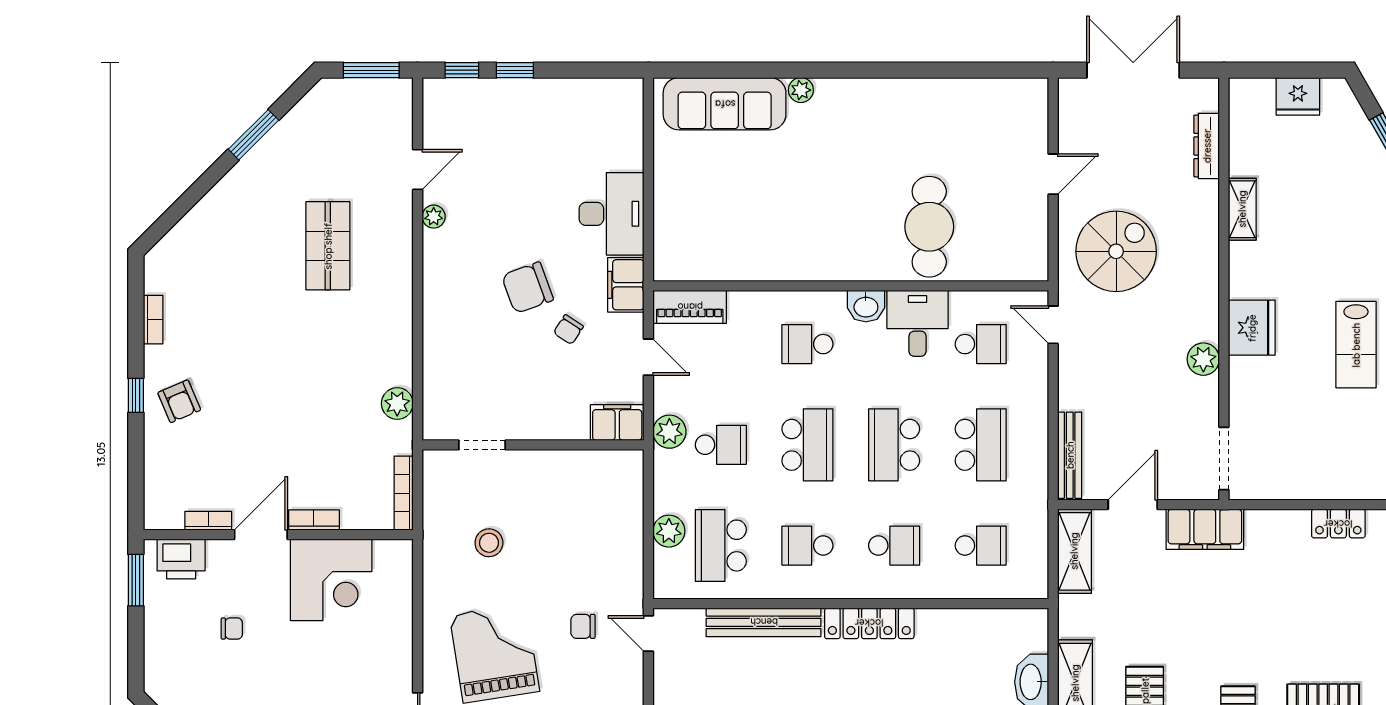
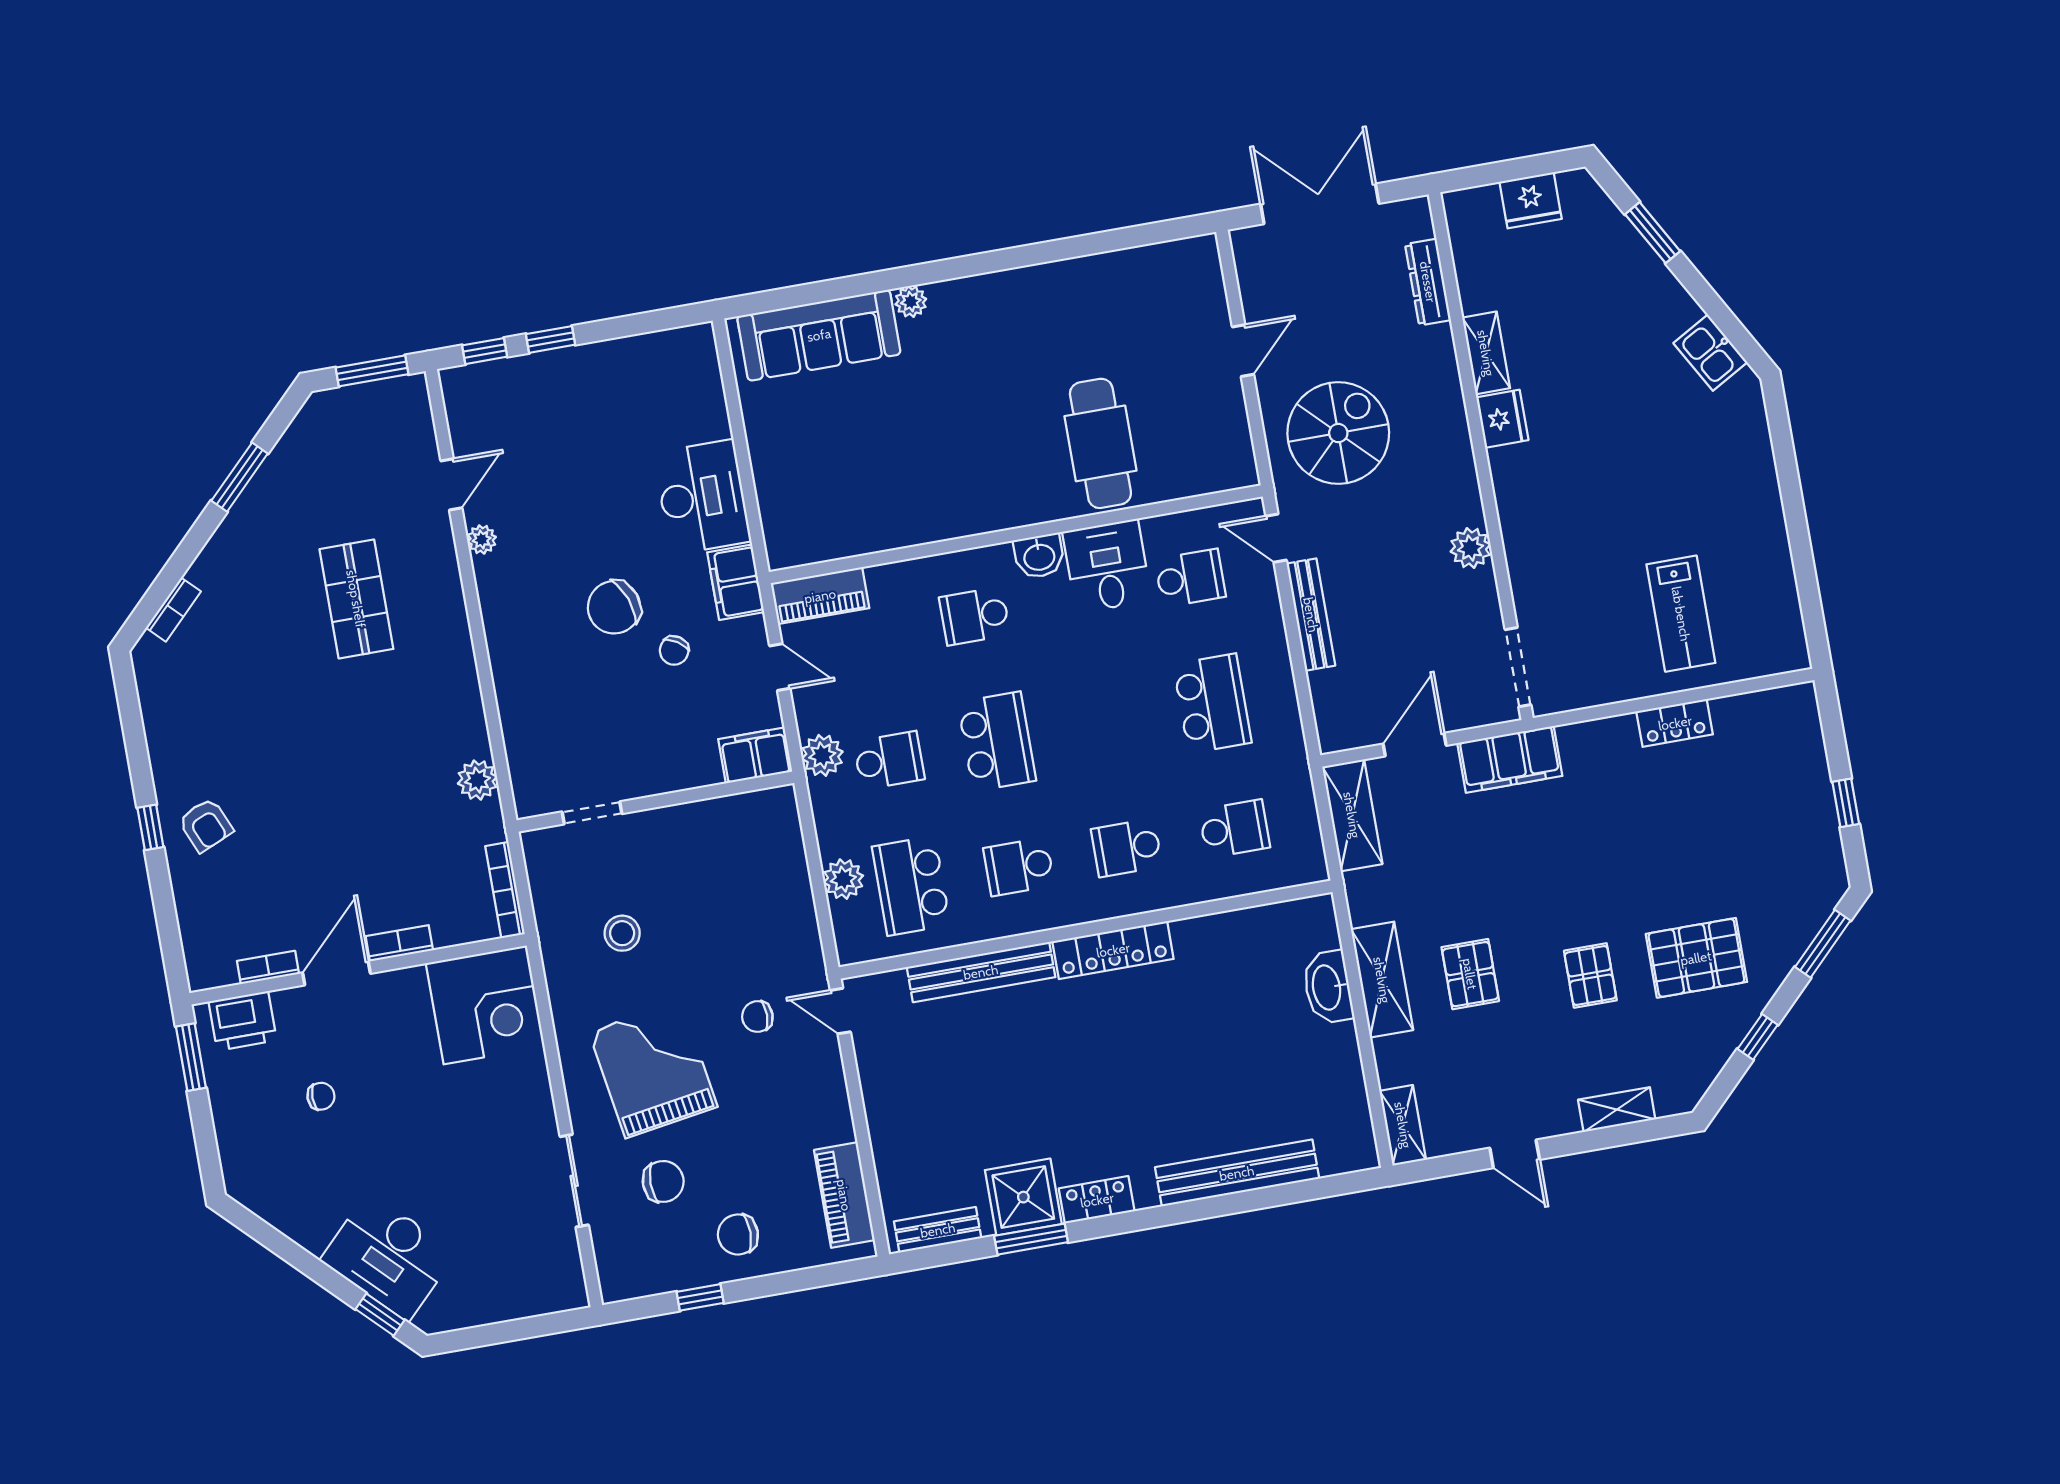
bookcase: (153, 320) -> (173, 610), moved, turned 45
fridge: (1252, 328) -> (1502, 419), moved, width x0.73, depth x0.75
lab bench: (1356, 345) -> (1681, 614), moved
school desk: (894, 445) -> (1105, 722), removed
bench: (1070, 455) -> (1311, 615), moved
school desk: (894, 546) -> (1127, 848), turned 180
corner desk: (331, 580) -> (485, 1005), moved

